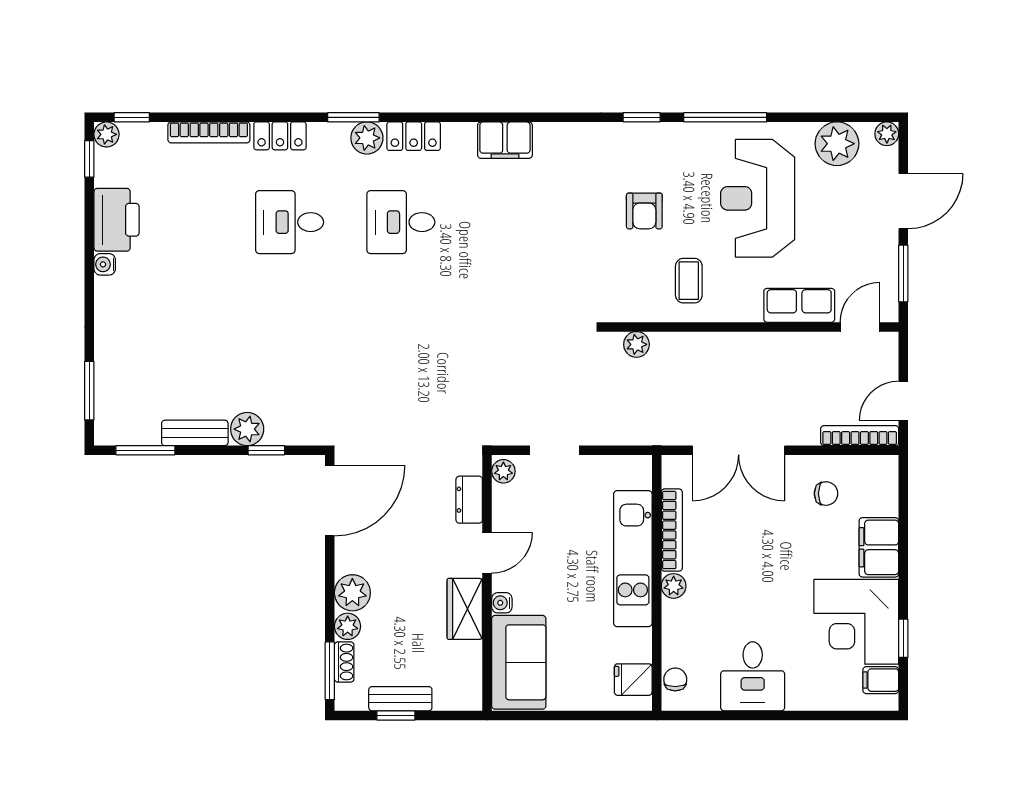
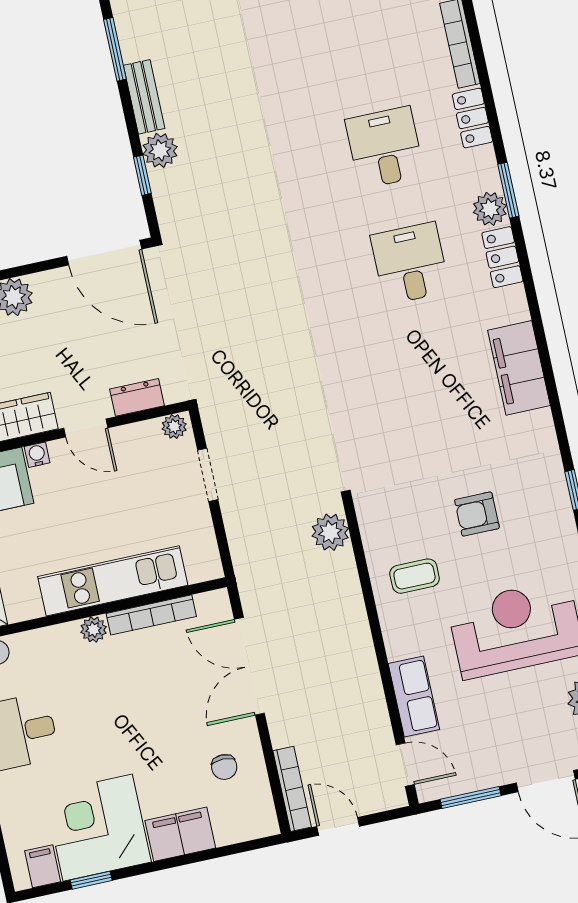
filing cabinet: (505, 140) -> (519, 368), width x1.50, depth x1.17
plant: (636, 344) -> (330, 532), width x1.38, depth x1.38

